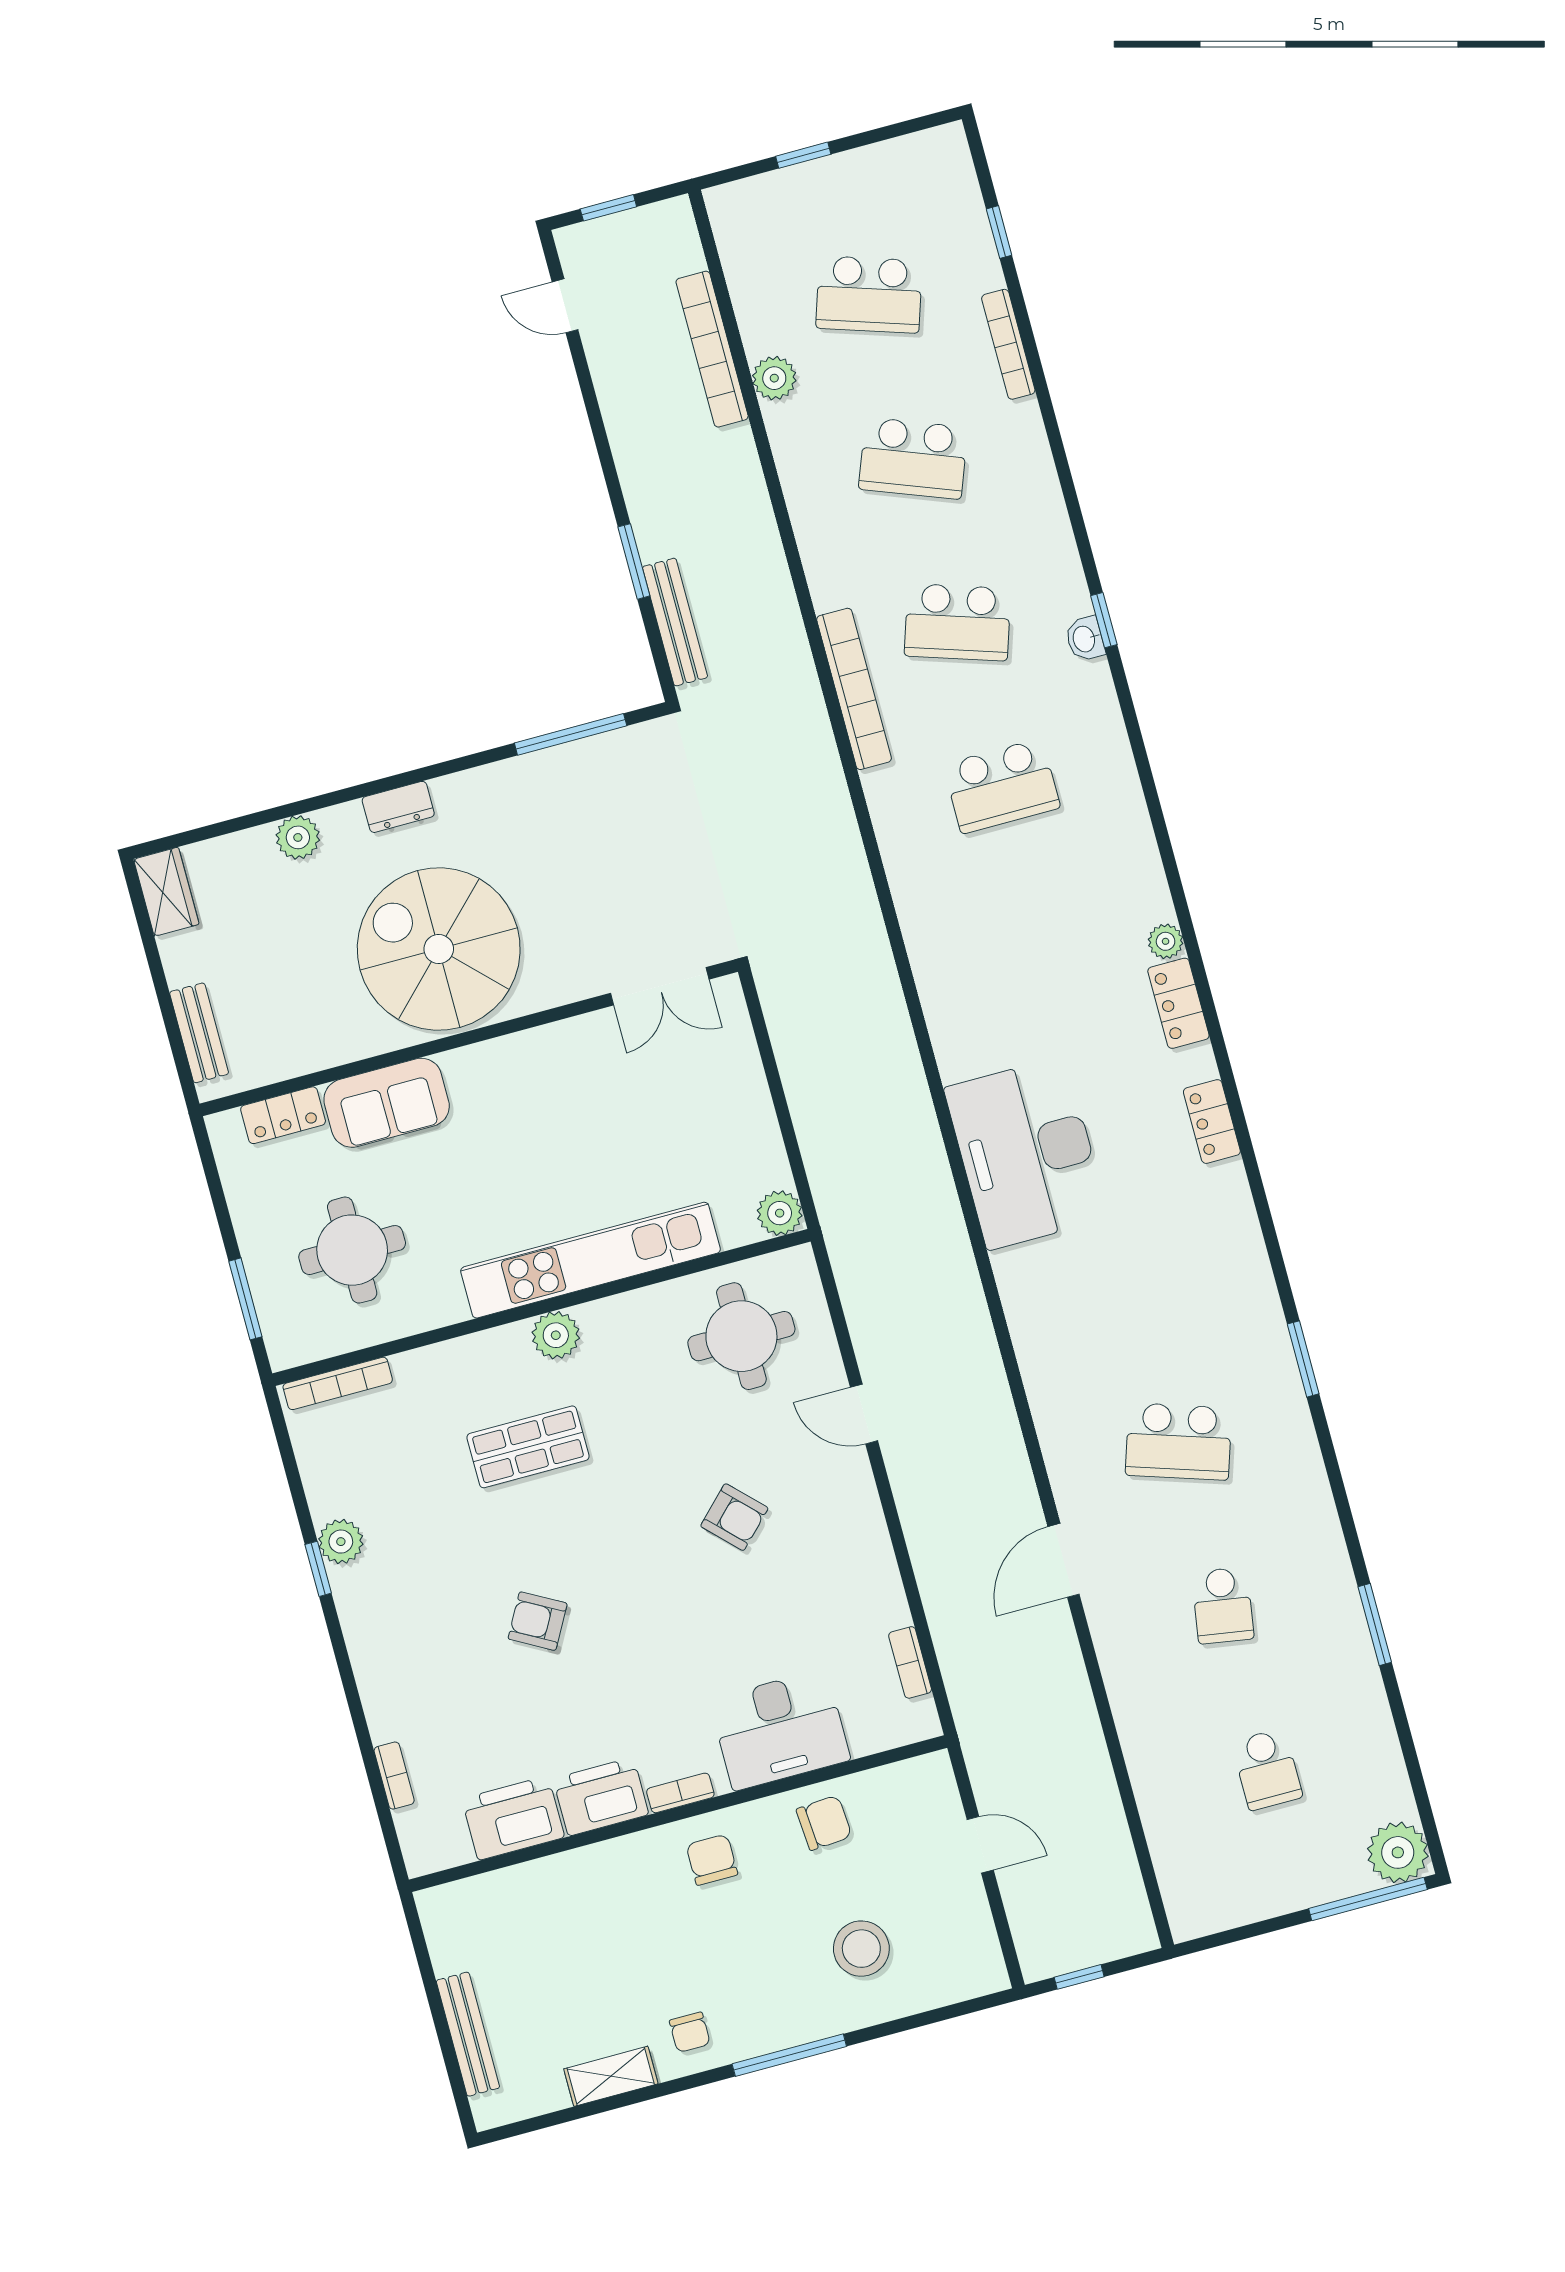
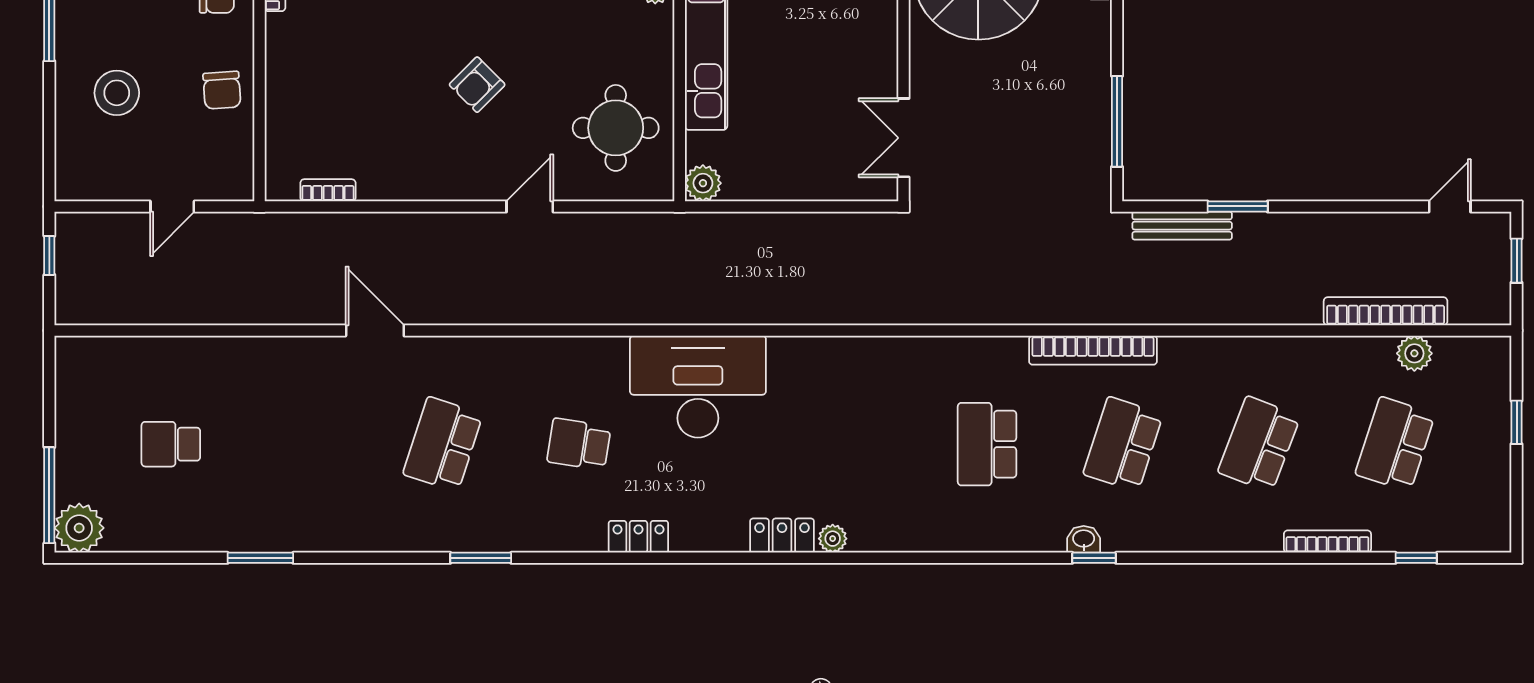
plant: (774, 378) -> (1414, 353), moved
locker: (1212, 1122) -> (638, 537), moved
school desk: (1223, 1605) -> (579, 444), moved
desk: (780, 1730) -> (303, 75), removed

